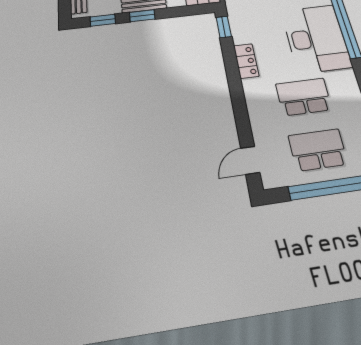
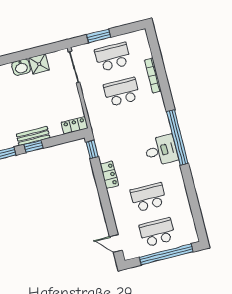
desk: (316, 38) -> (161, 150), width x0.53, depth x0.77
door: (250, 160) -> (116, 243), hinge flipped

